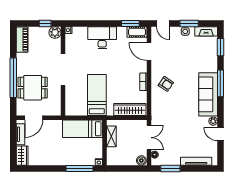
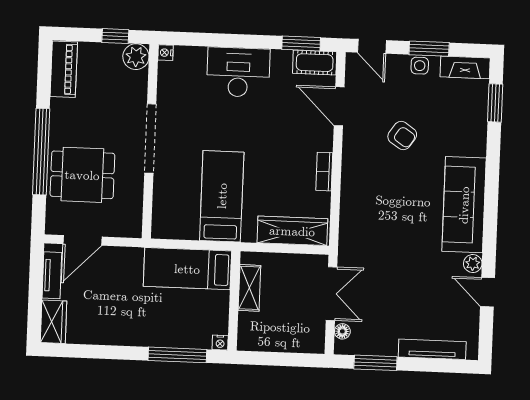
window: (220, 83) -> (492, 182), removed
armchair: (166, 84) -> (402, 136), moved
boiler: (141, 161) -> (313, 343), removed

